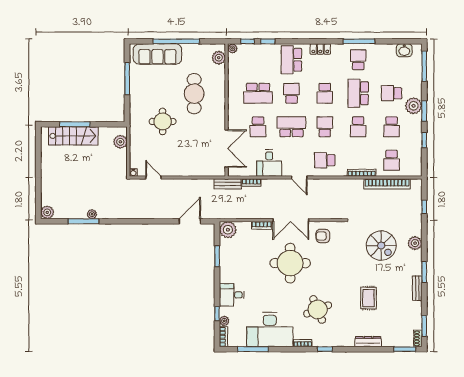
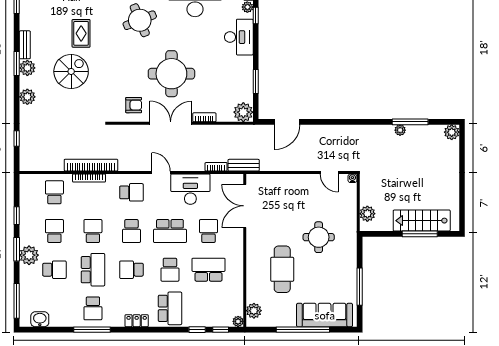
school desk: (325, 93) -> (131, 270), turned -90
desk: (269, 163) -> (190, 189), width x1.37
bookcase: (387, 184) -> (91, 165), moved
spiral stairs: (381, 246) -> (71, 71), moved, turned 90
plant: (415, 268) -> (27, 68), added
desk: (232, 295) -> (239, 37), width x1.37

